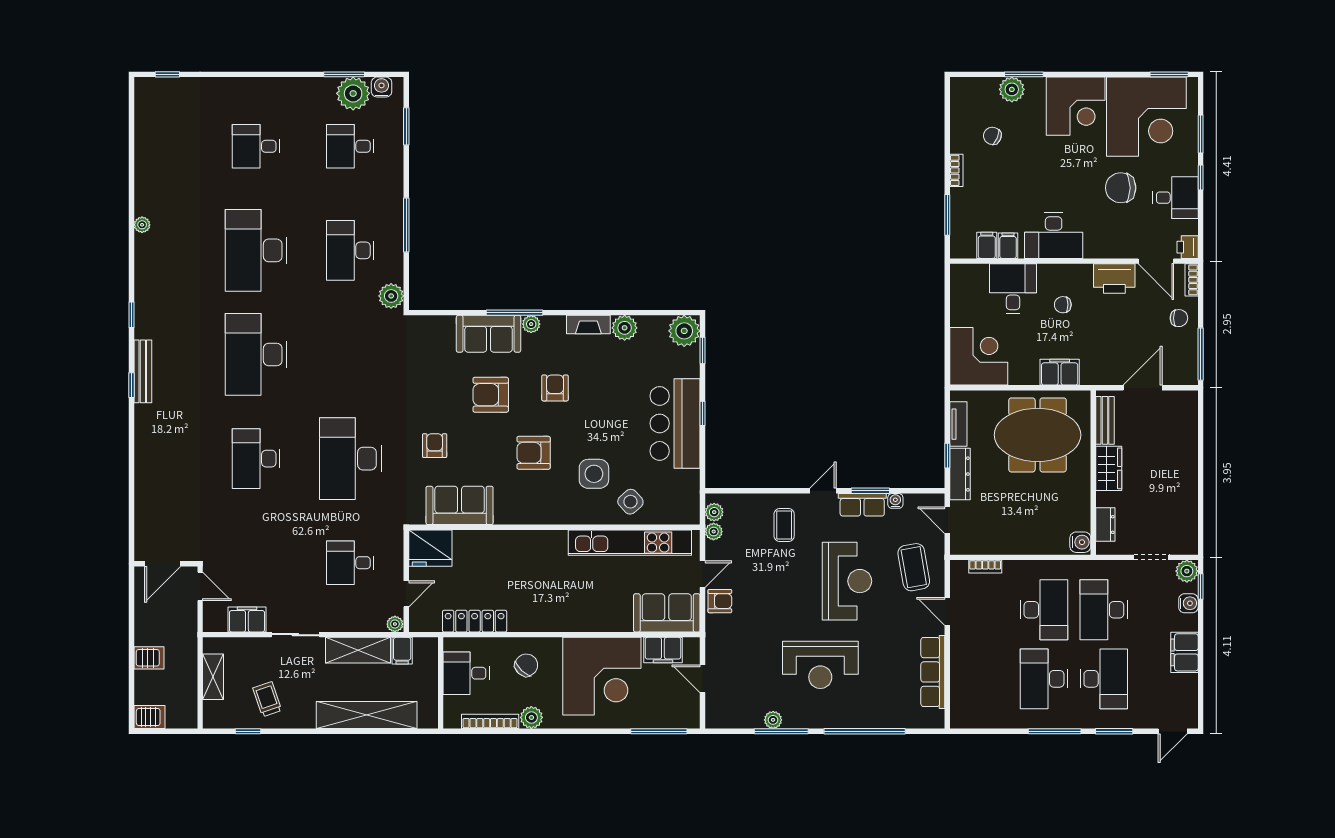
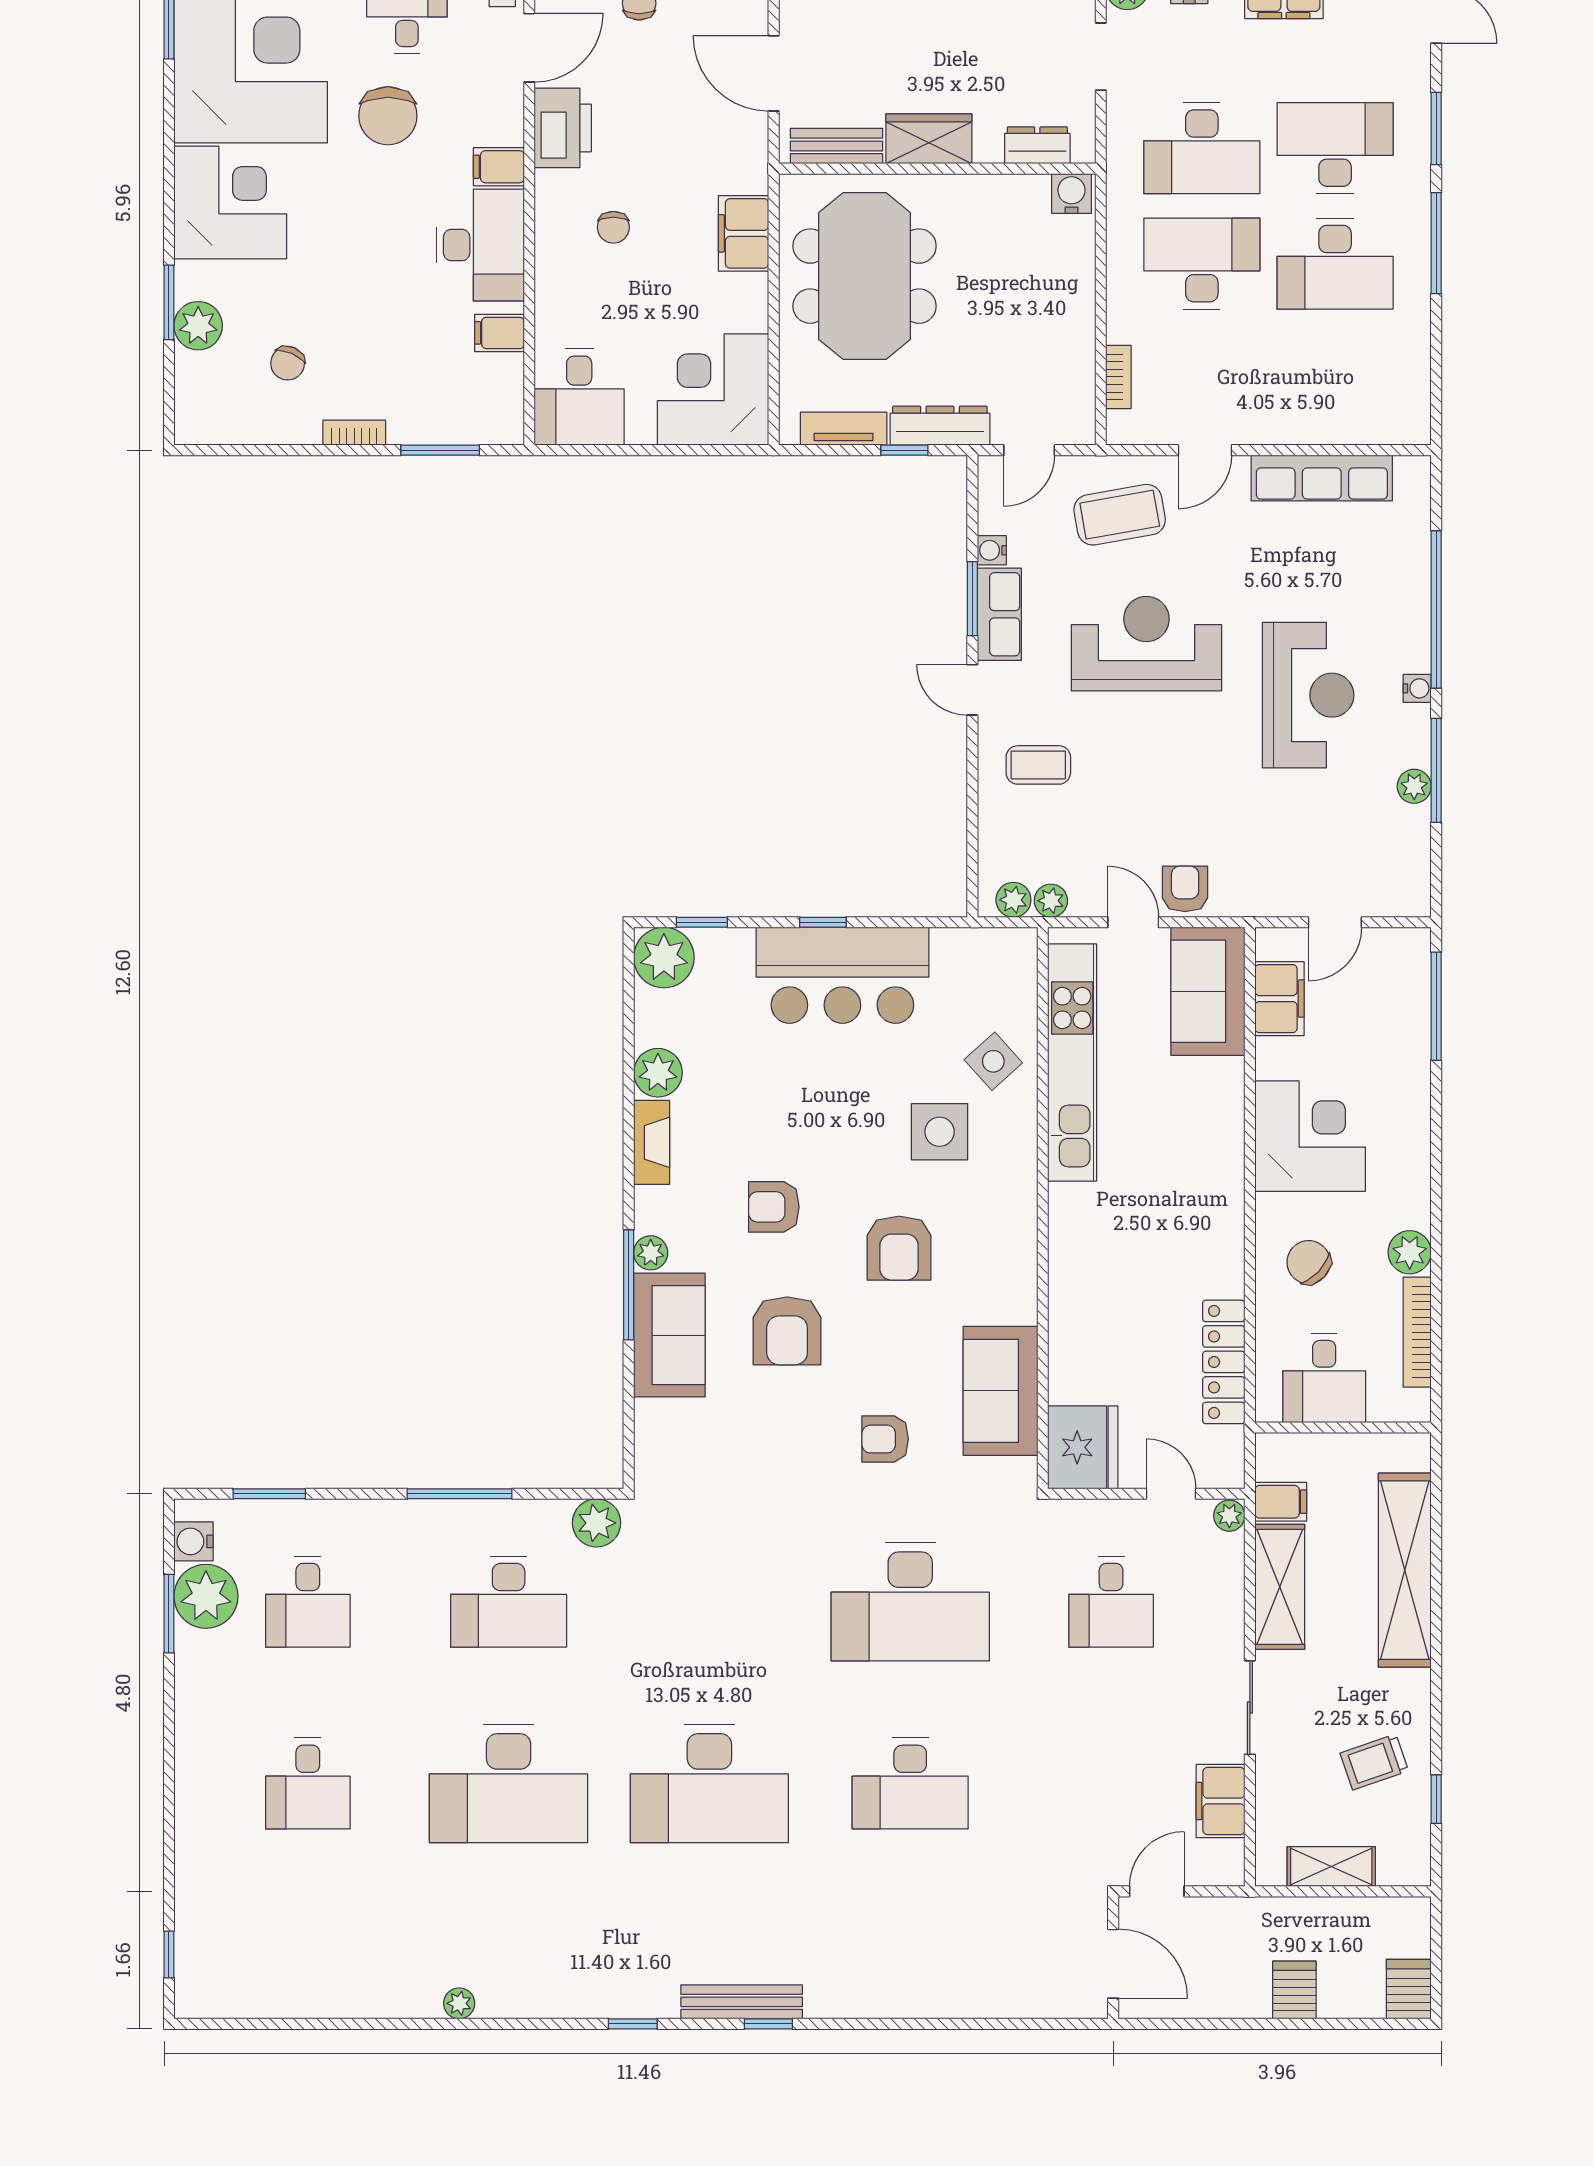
filing cabinet: (987, 245) -> (499, 167), moved
desk: (1013, 289) -> (579, 397), moved, turned -90
corner desk: (602, 676) -> (1310, 1136), width x0.74, depth x0.74
water cooler: (824, 721) -> (1417, 688), added

